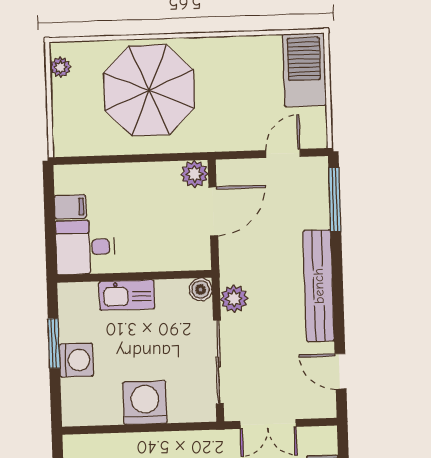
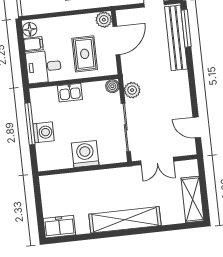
floor lamp: (66, 181) -> (30, 29), added
rug: (157, 230) -> (85, 54), added
bench: (319, 286) -> (176, 38), moved
kitchen sink: (127, 295) -> (70, 93), width x0.73
window: (54, 343) -> (30, 124), width x1.44

